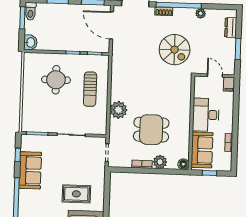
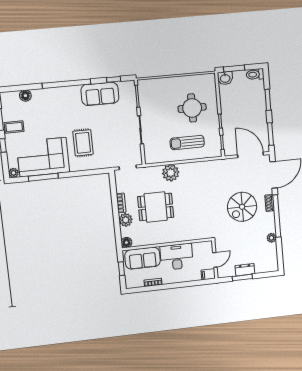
window: (22, 18) -> (234, 69), moved
door: (111, 25) -> (251, 155), hinge flipped
dresser: (231, 28) -> (245, 270), moved
spiral stairs: (175, 50) -> (242, 207), moved
dining table: (151, 130) -> (156, 207), turned 90

